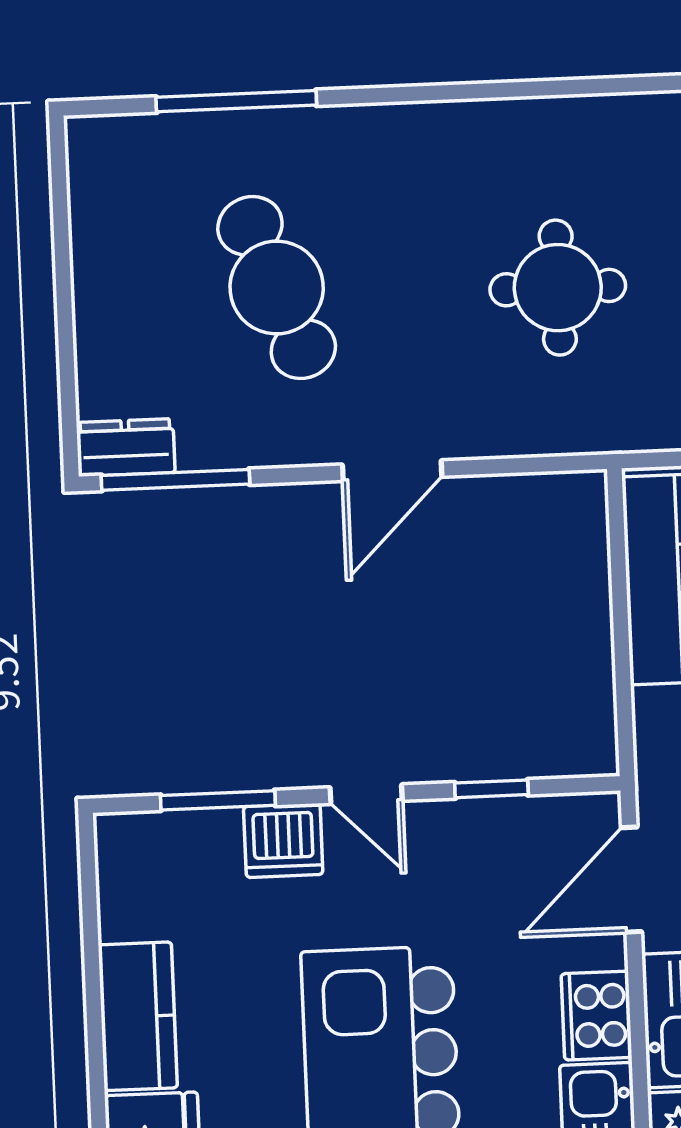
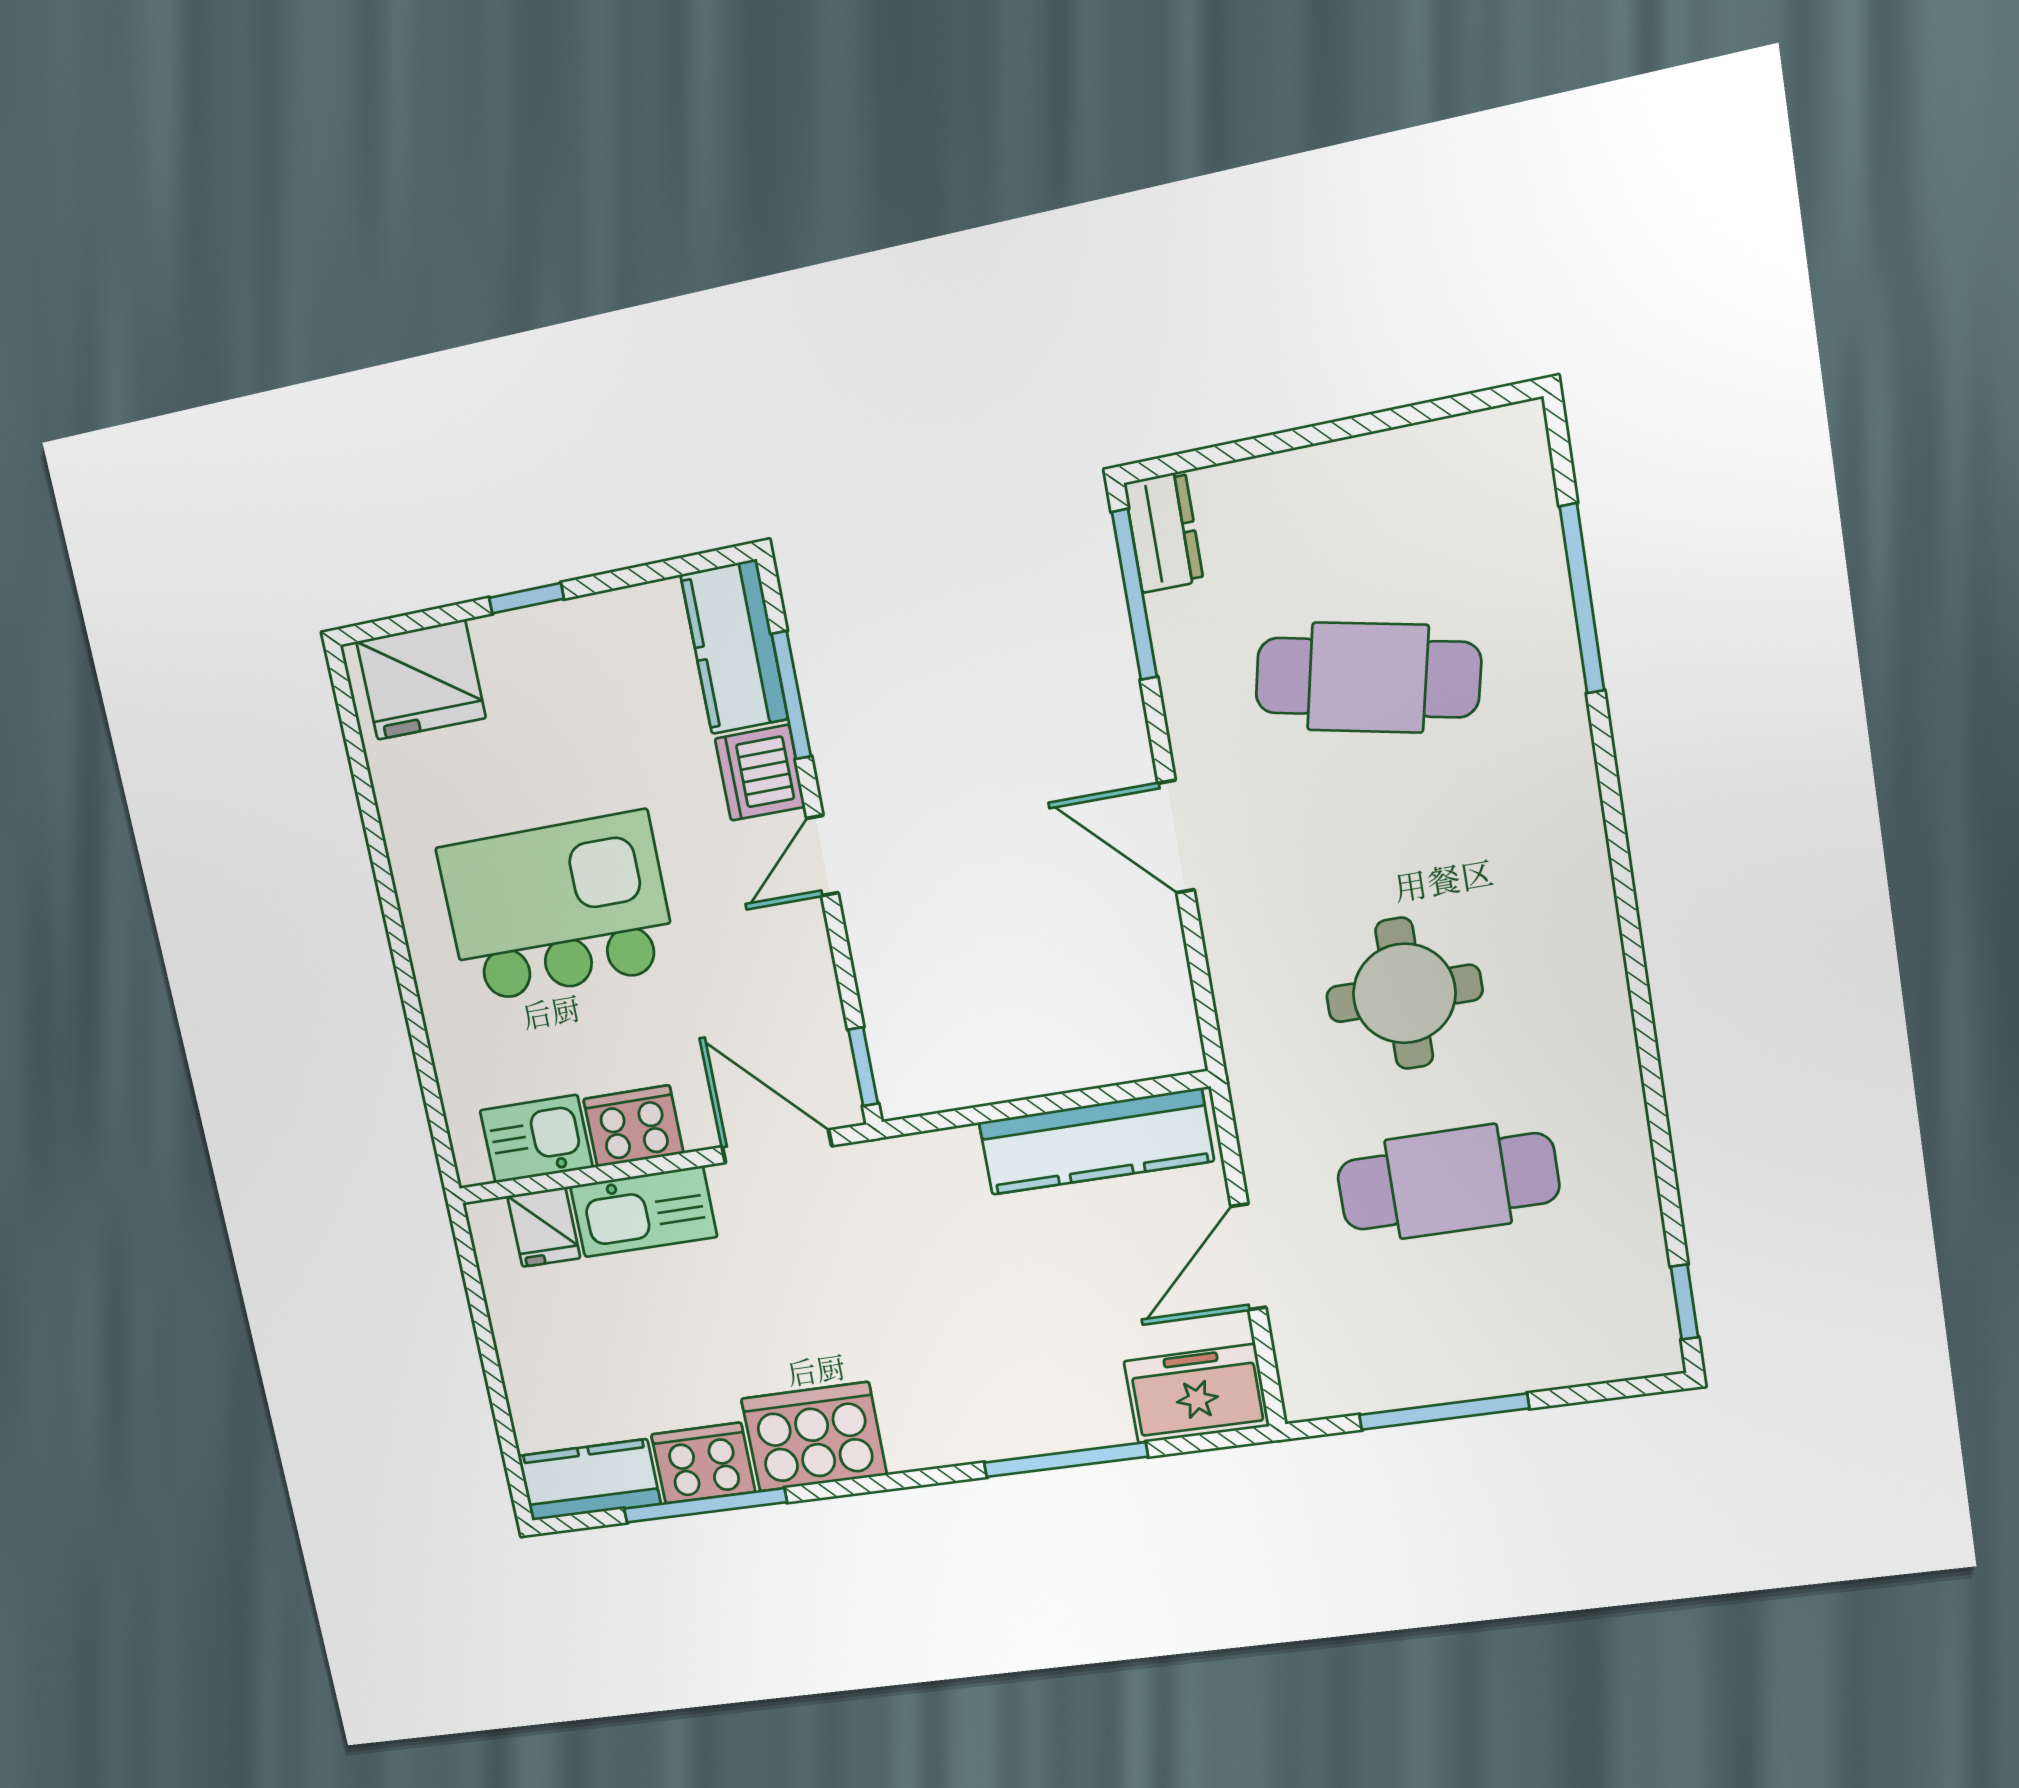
cafe table: (277, 288) -> (1368, 678), turned 33
window: (491, 789) -> (863, 1067), moved
kitchen counter: (138, 1016) -> (734, 647), moved, turned 90
window: (95, 1034) -> (526, 598), added

